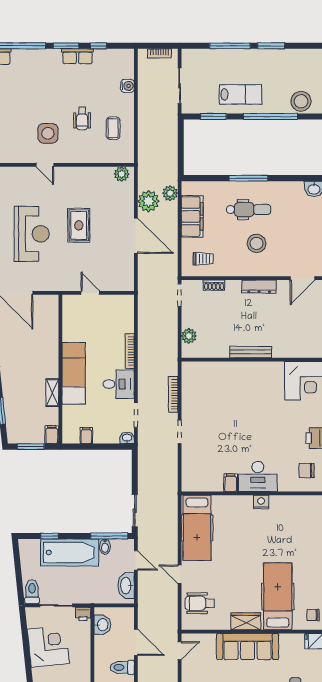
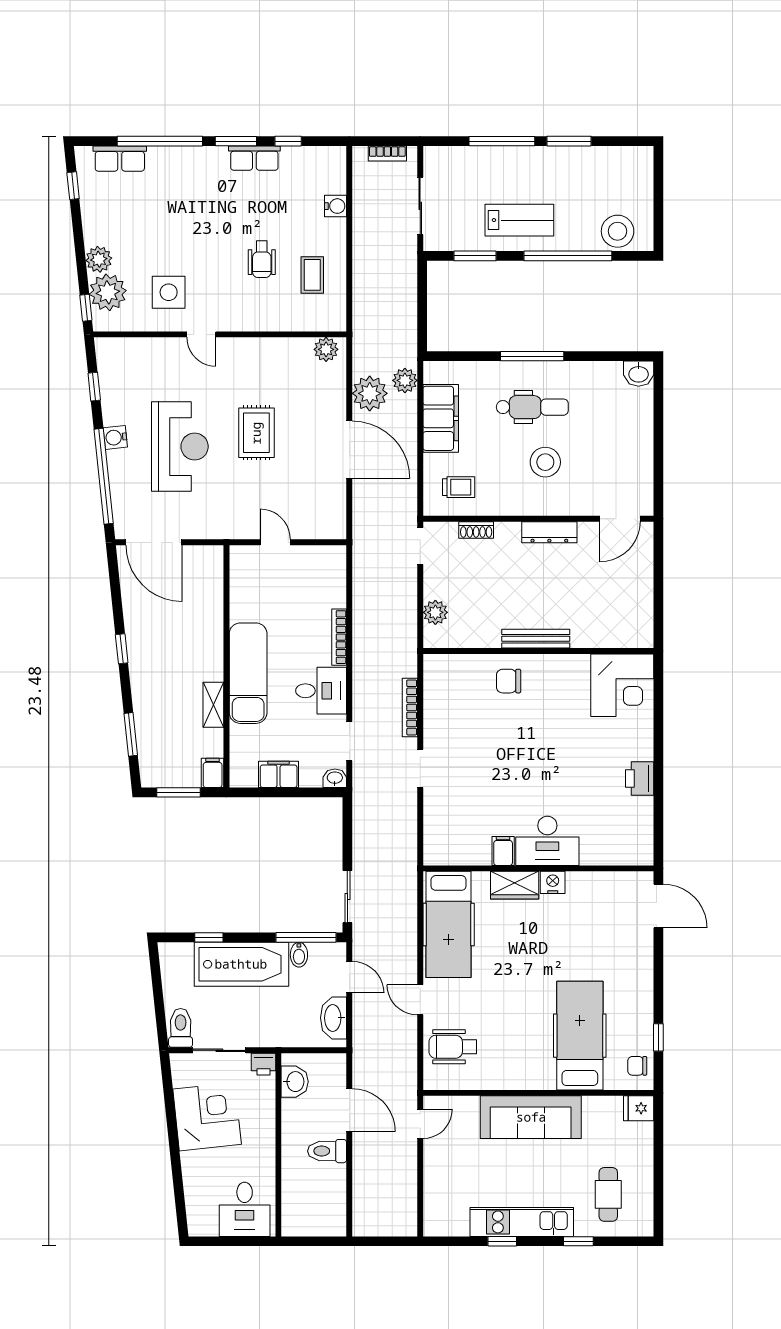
side table: (48, 133) -> (169, 292), moved
filing cabinet: (86, 436) -> (279, 774), width x2.00
chair: (307, 471) -> (509, 681), moved
wardrobe: (246, 621) -> (515, 885), moved, turned 180

